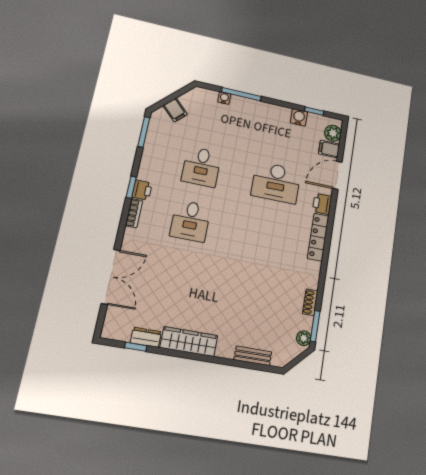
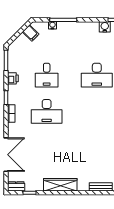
filing cabinet: (175, 110) -> (31, 33), moved
printer: (142, 190) -> (13, 78), moved
desk: (190, 221) -> (47, 111), width x1.37
dresser: (146, 337) -> (16, 186), moved

